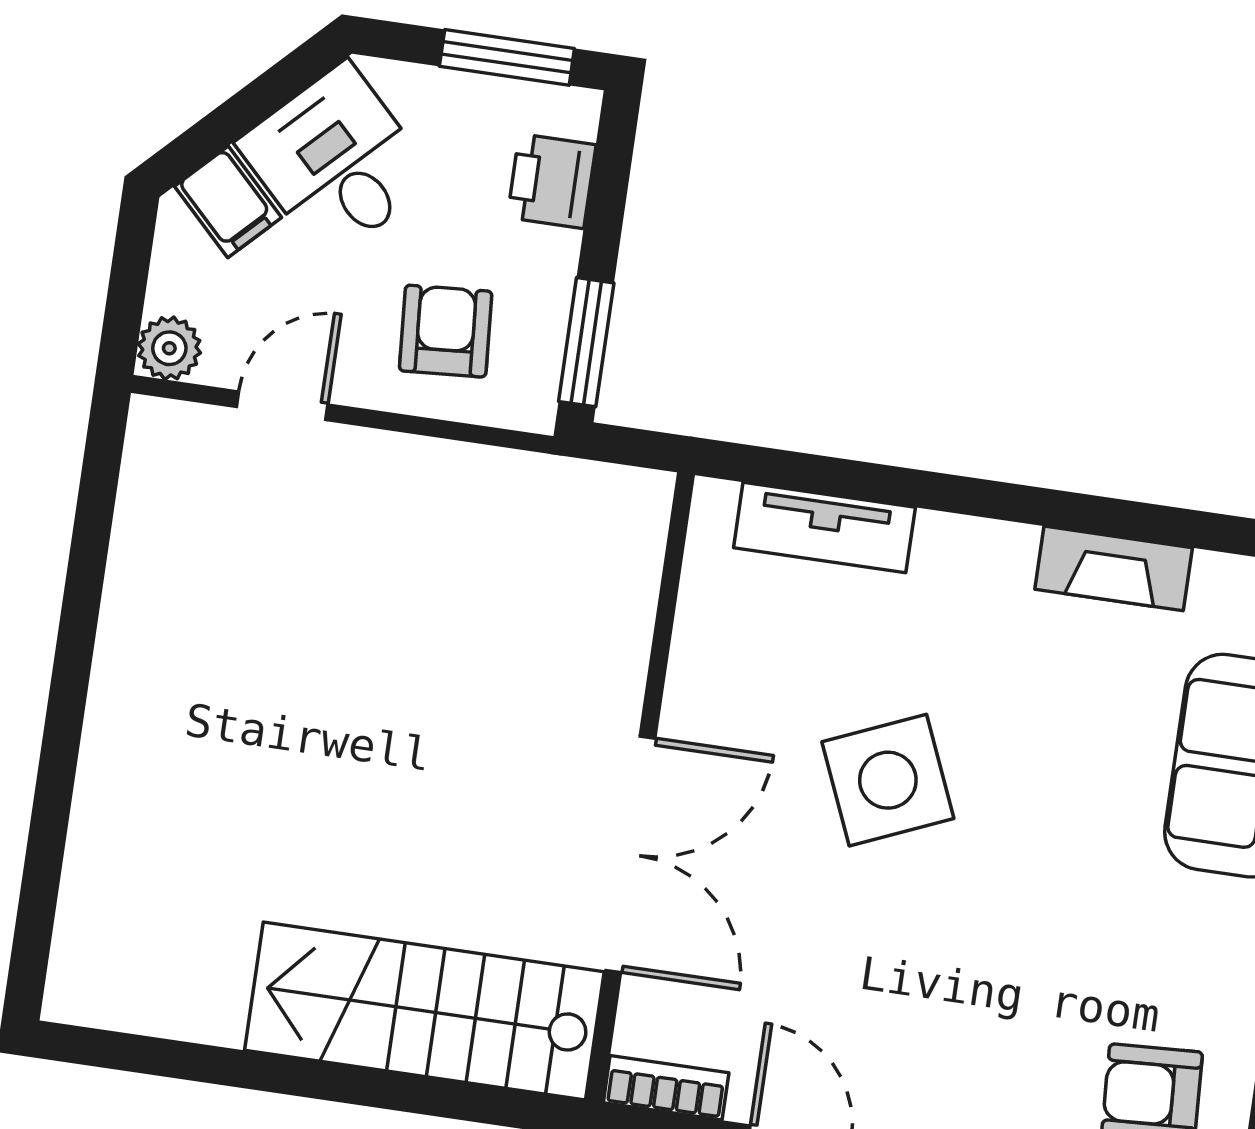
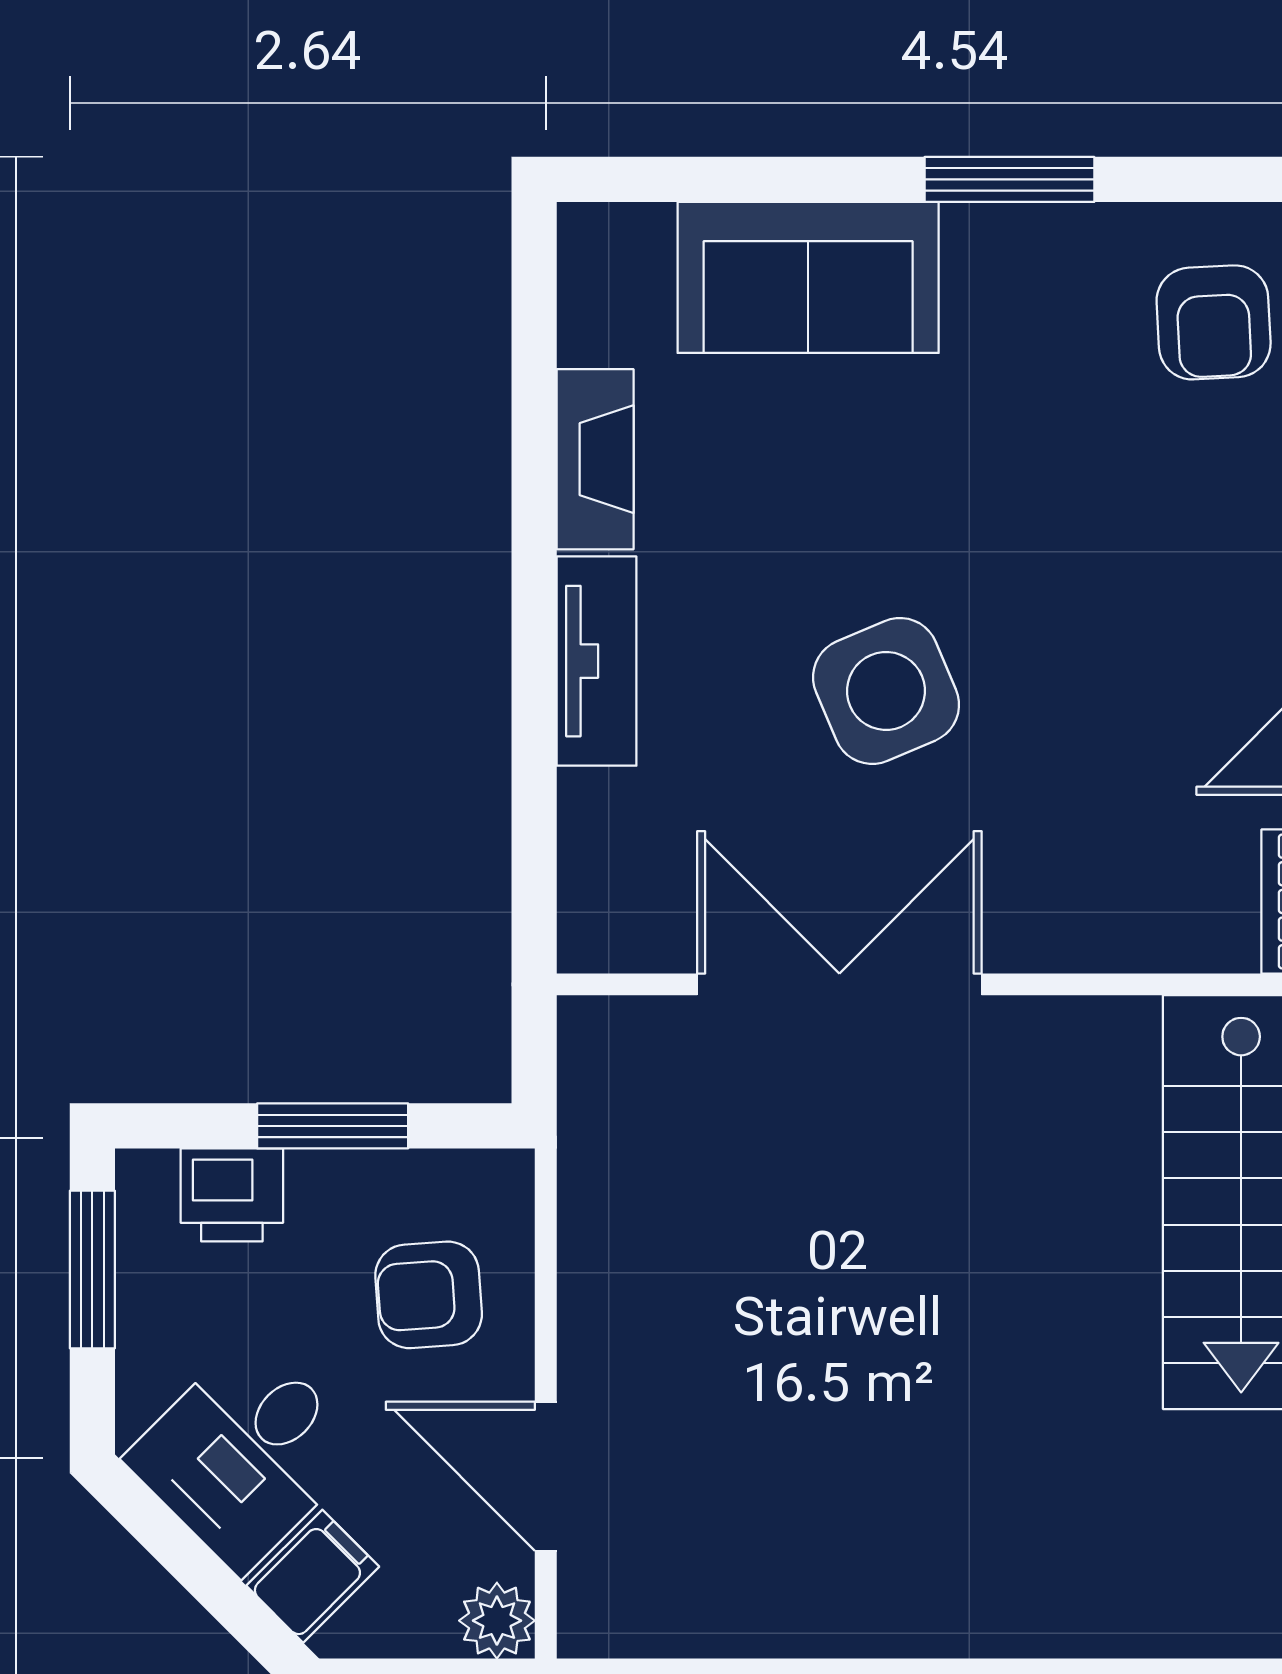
window: (586, 342) -> (333, 1126), moved
door: (282, 406) -> (546, 1476), width x1.38
tv unit: (824, 528) -> (597, 661), moved
double door: (630, 854) -> (839, 984), moved

